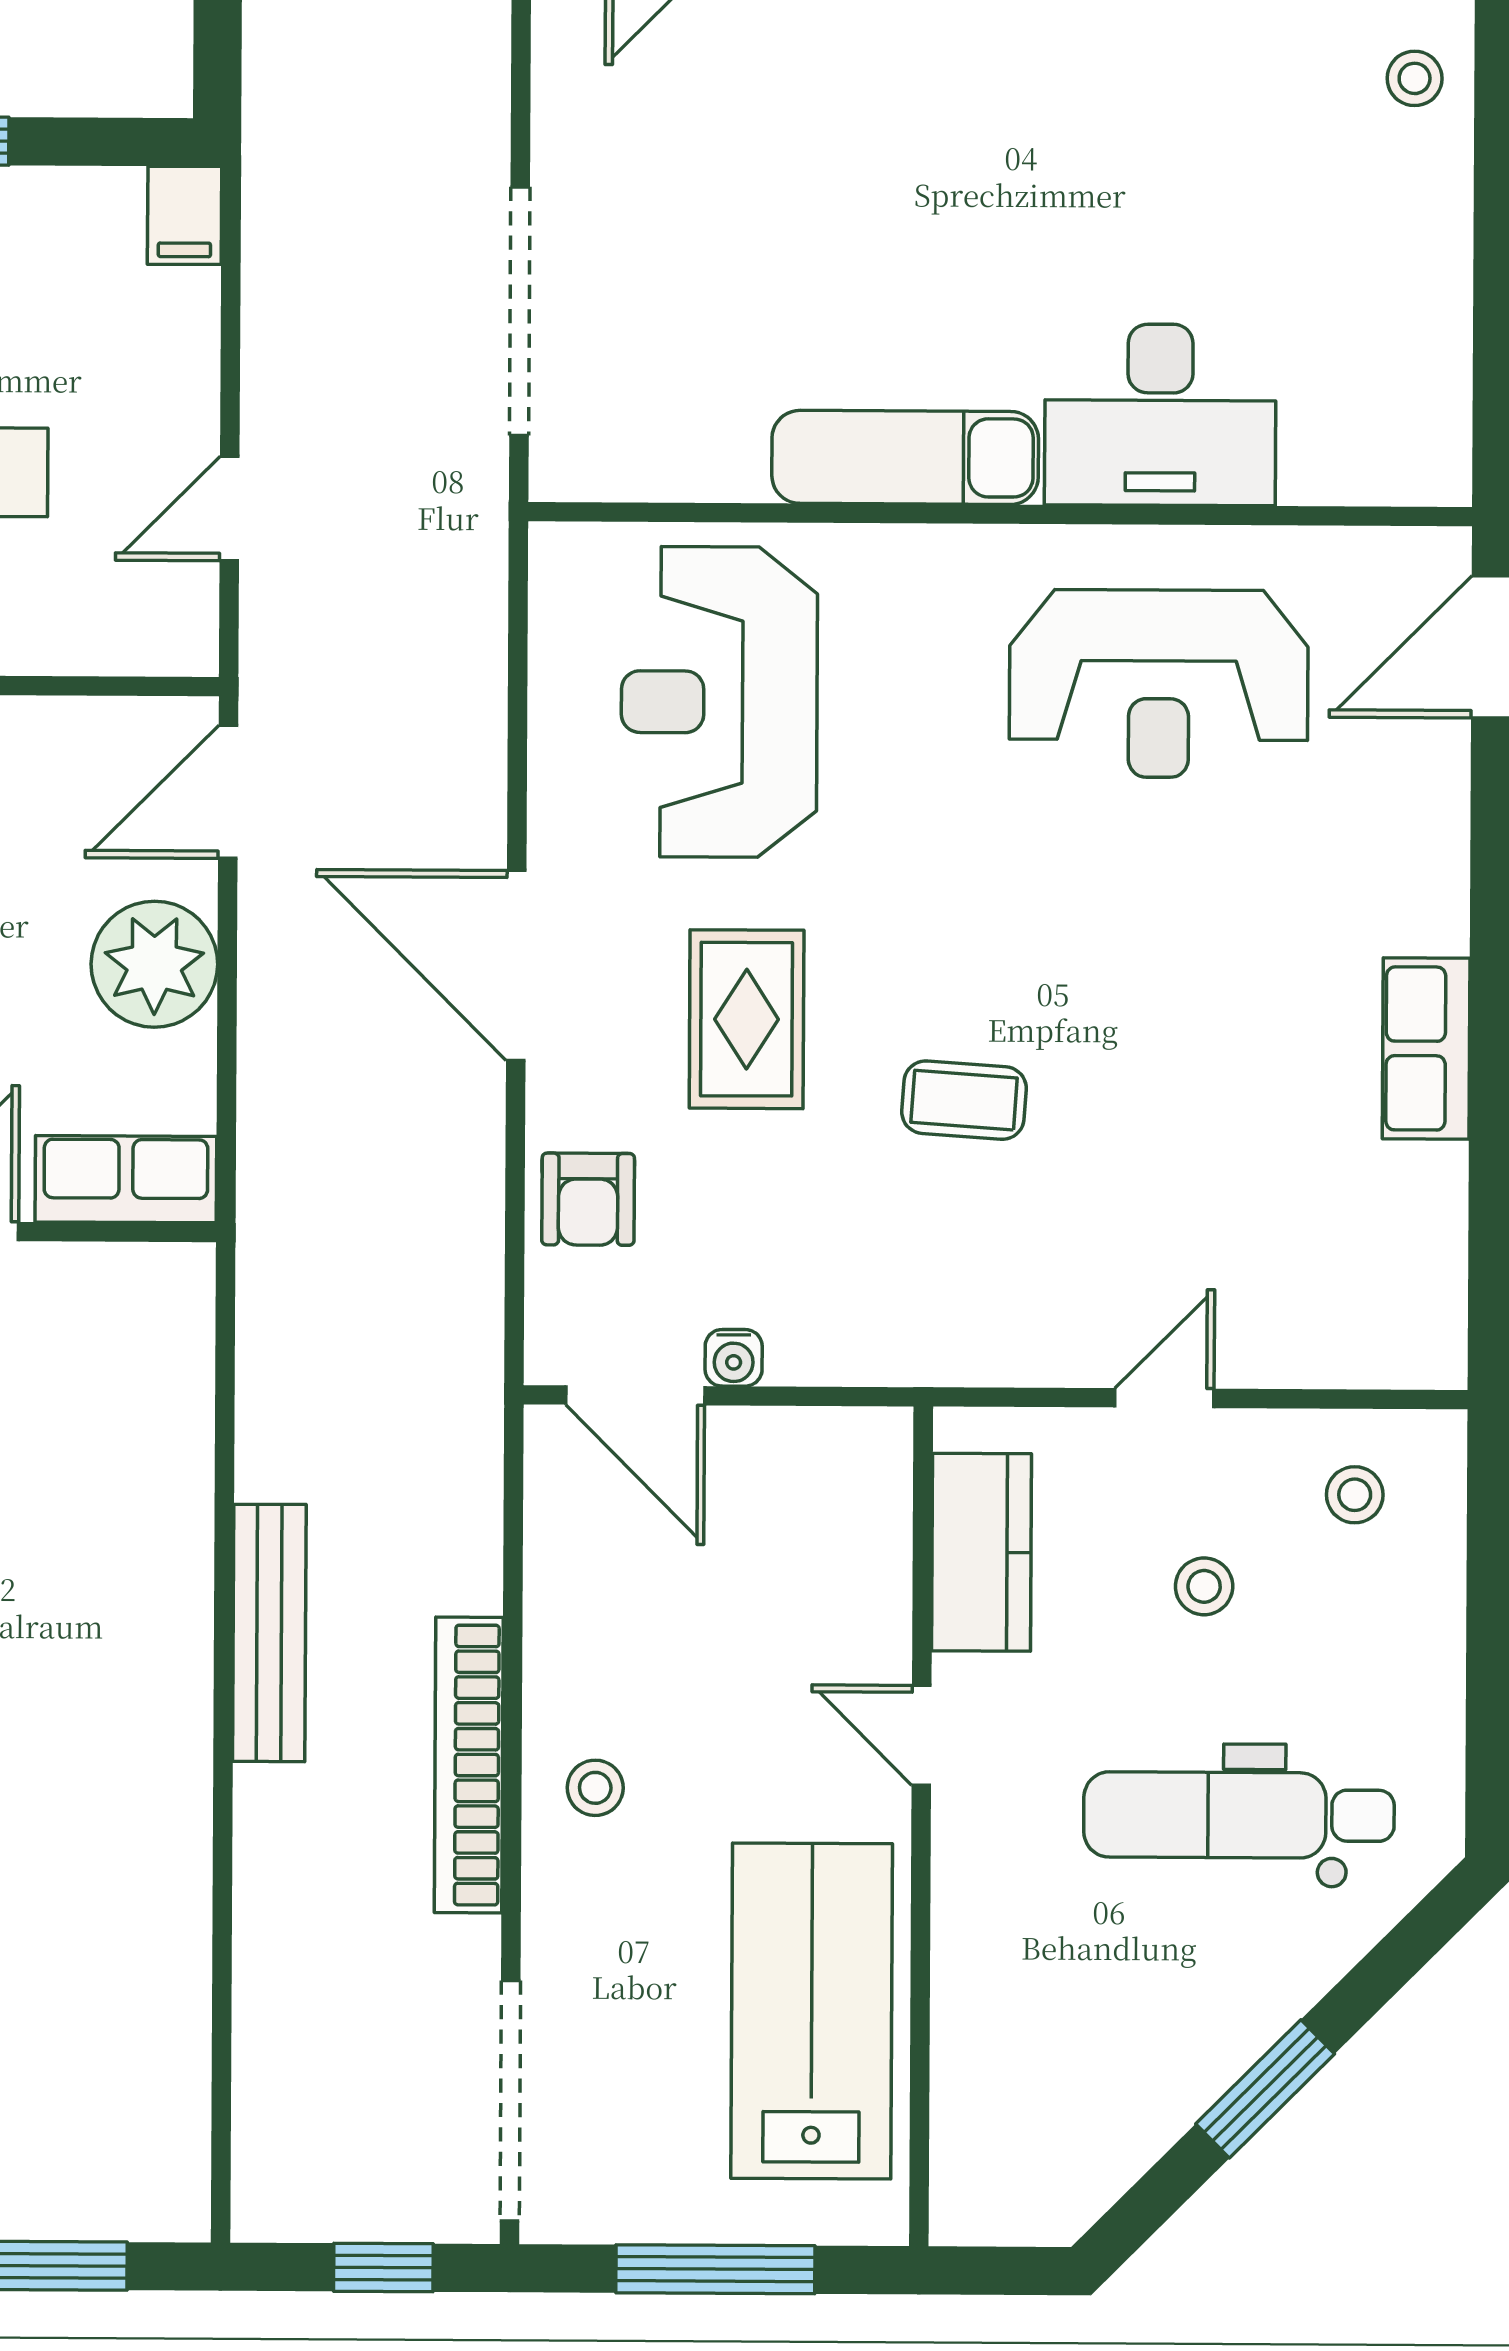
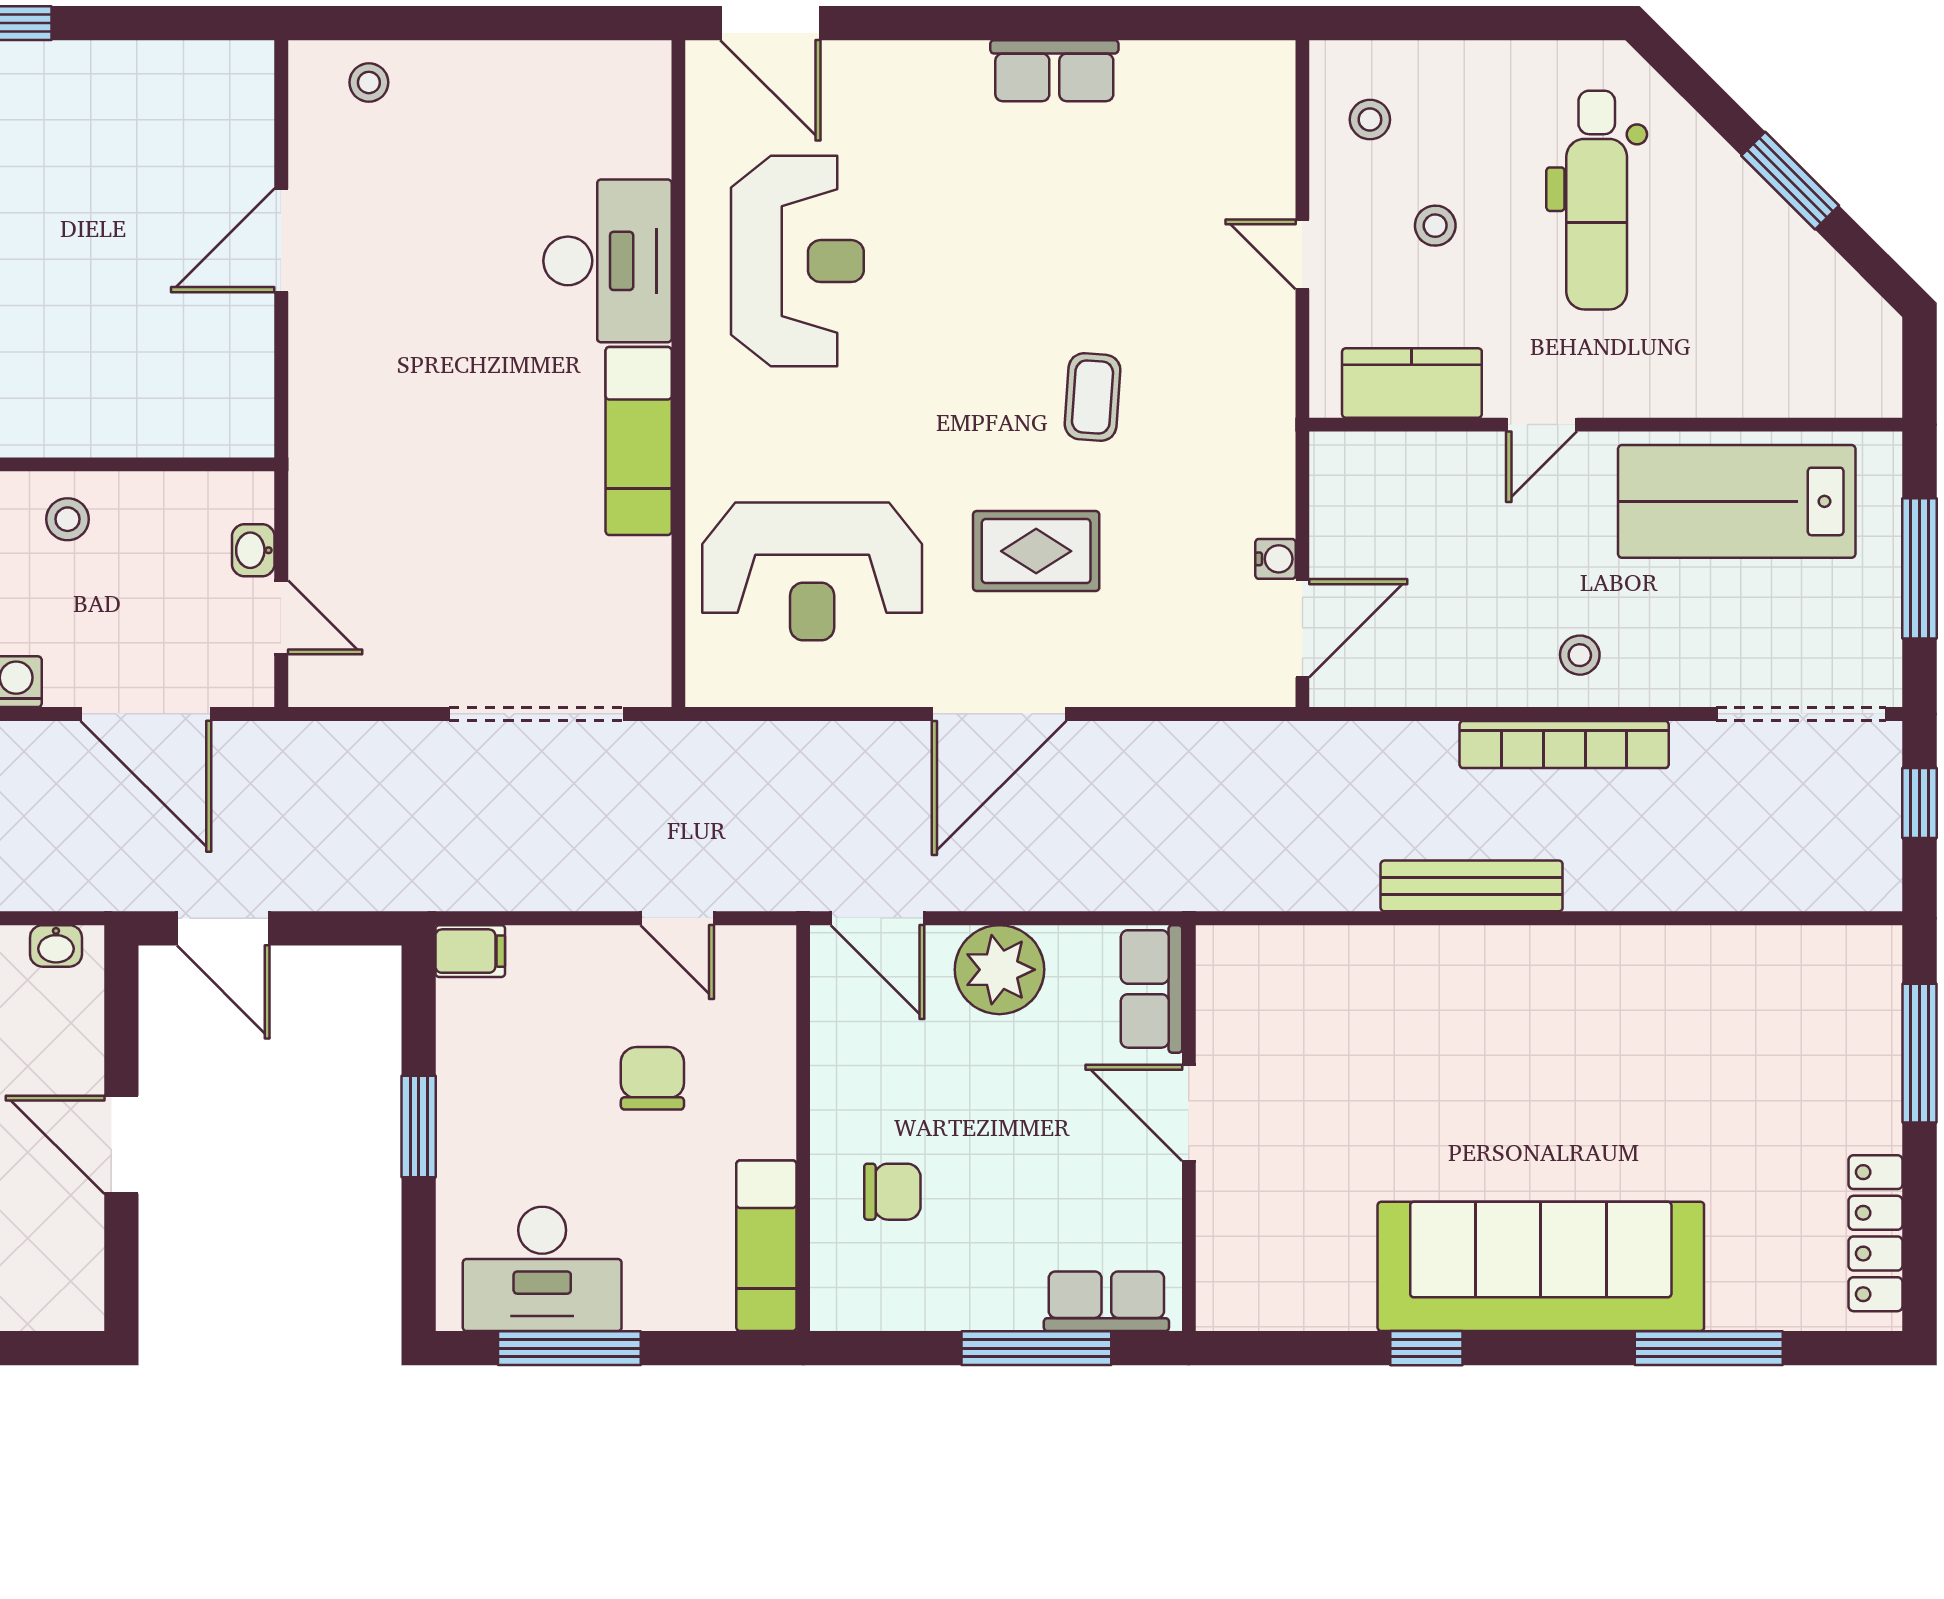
armchair: (588, 1199) -> (1164, 662), removed

